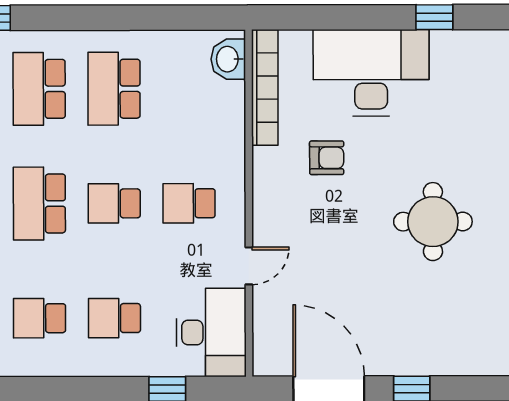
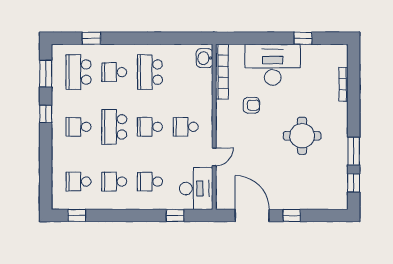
school desk: (39, 89) -> (114, 72), width x0.54

